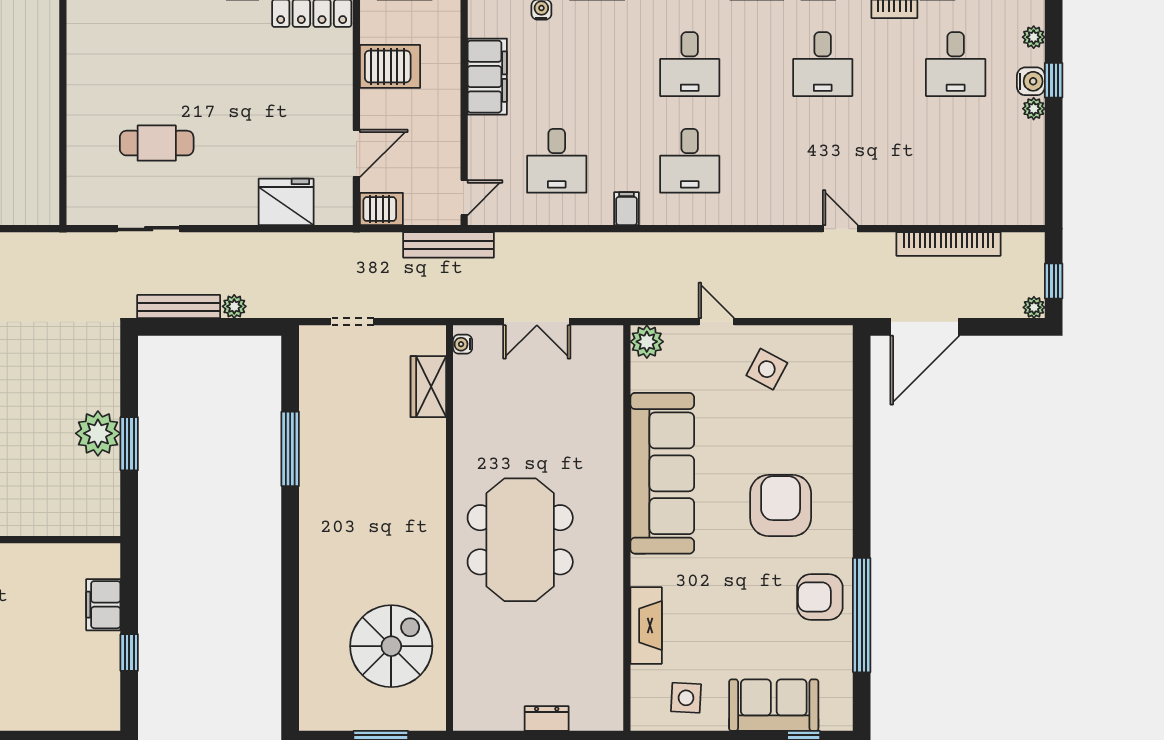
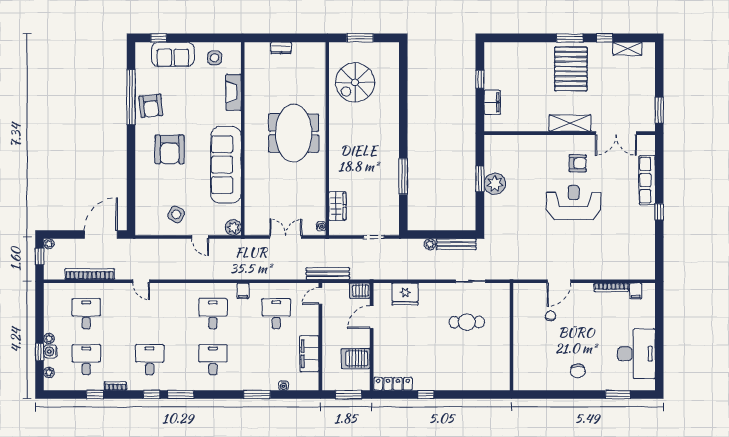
desk: (956, 161) -> (86, 314), added
armchair: (820, 597) -> (151, 106), turned 84

